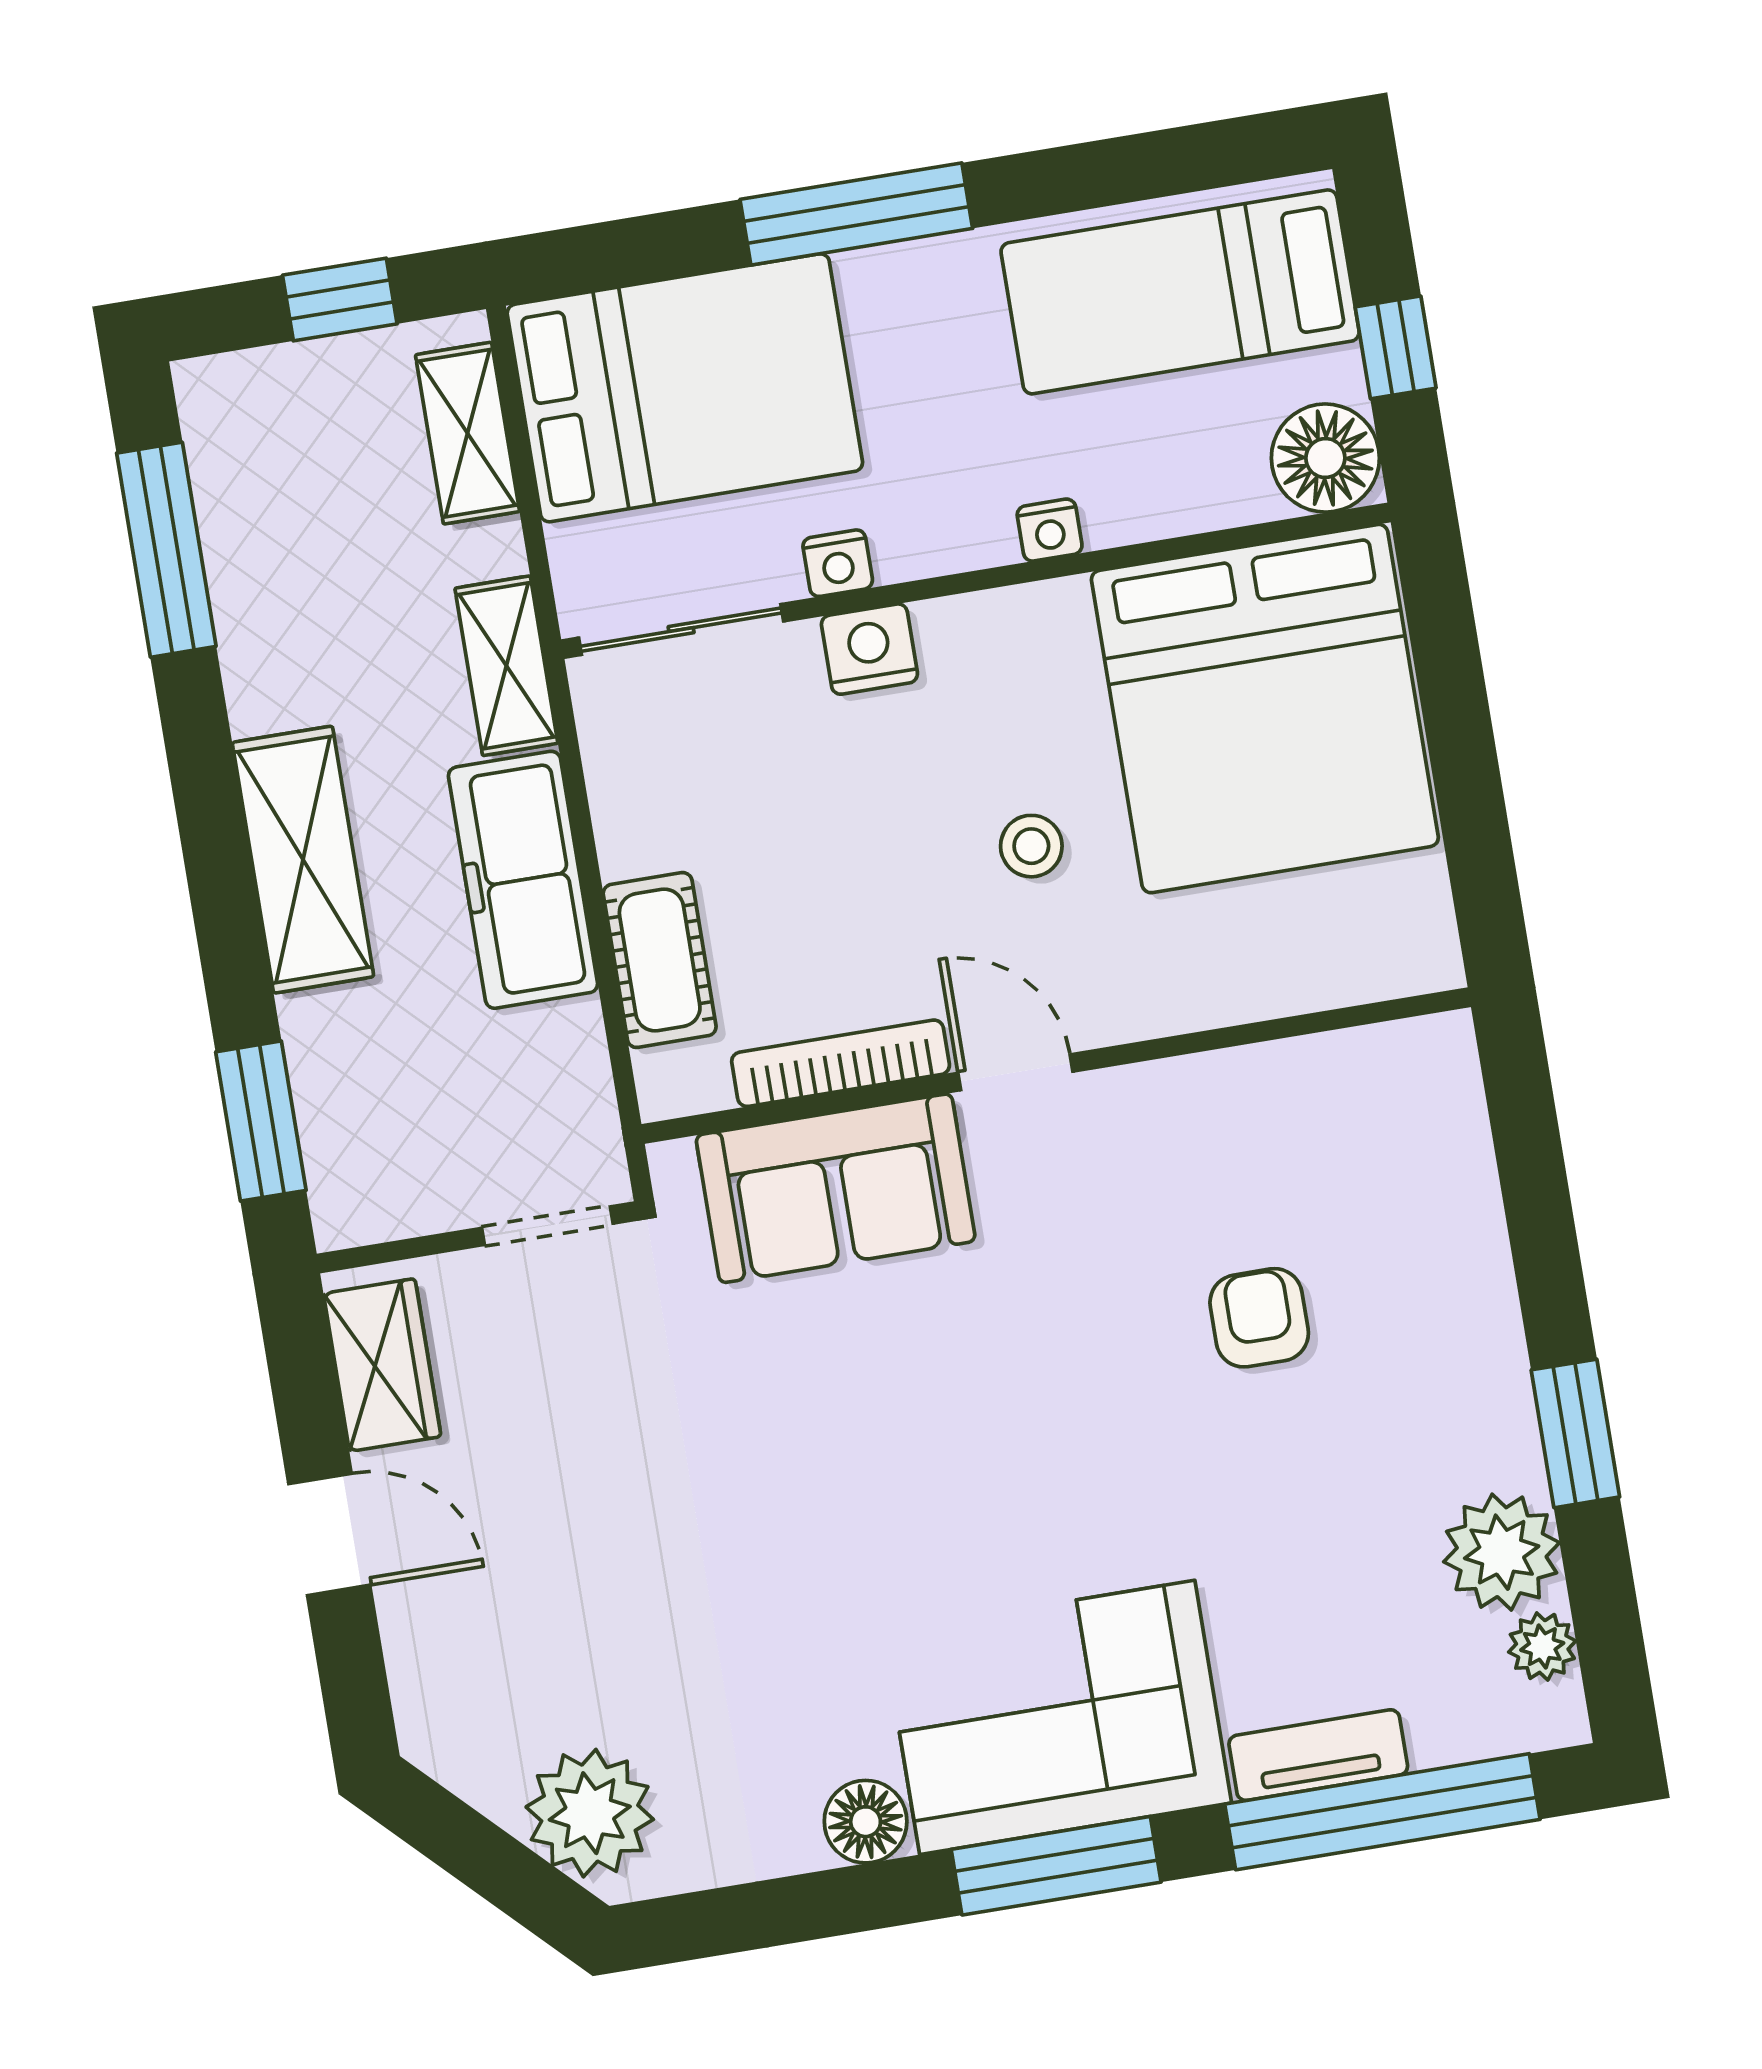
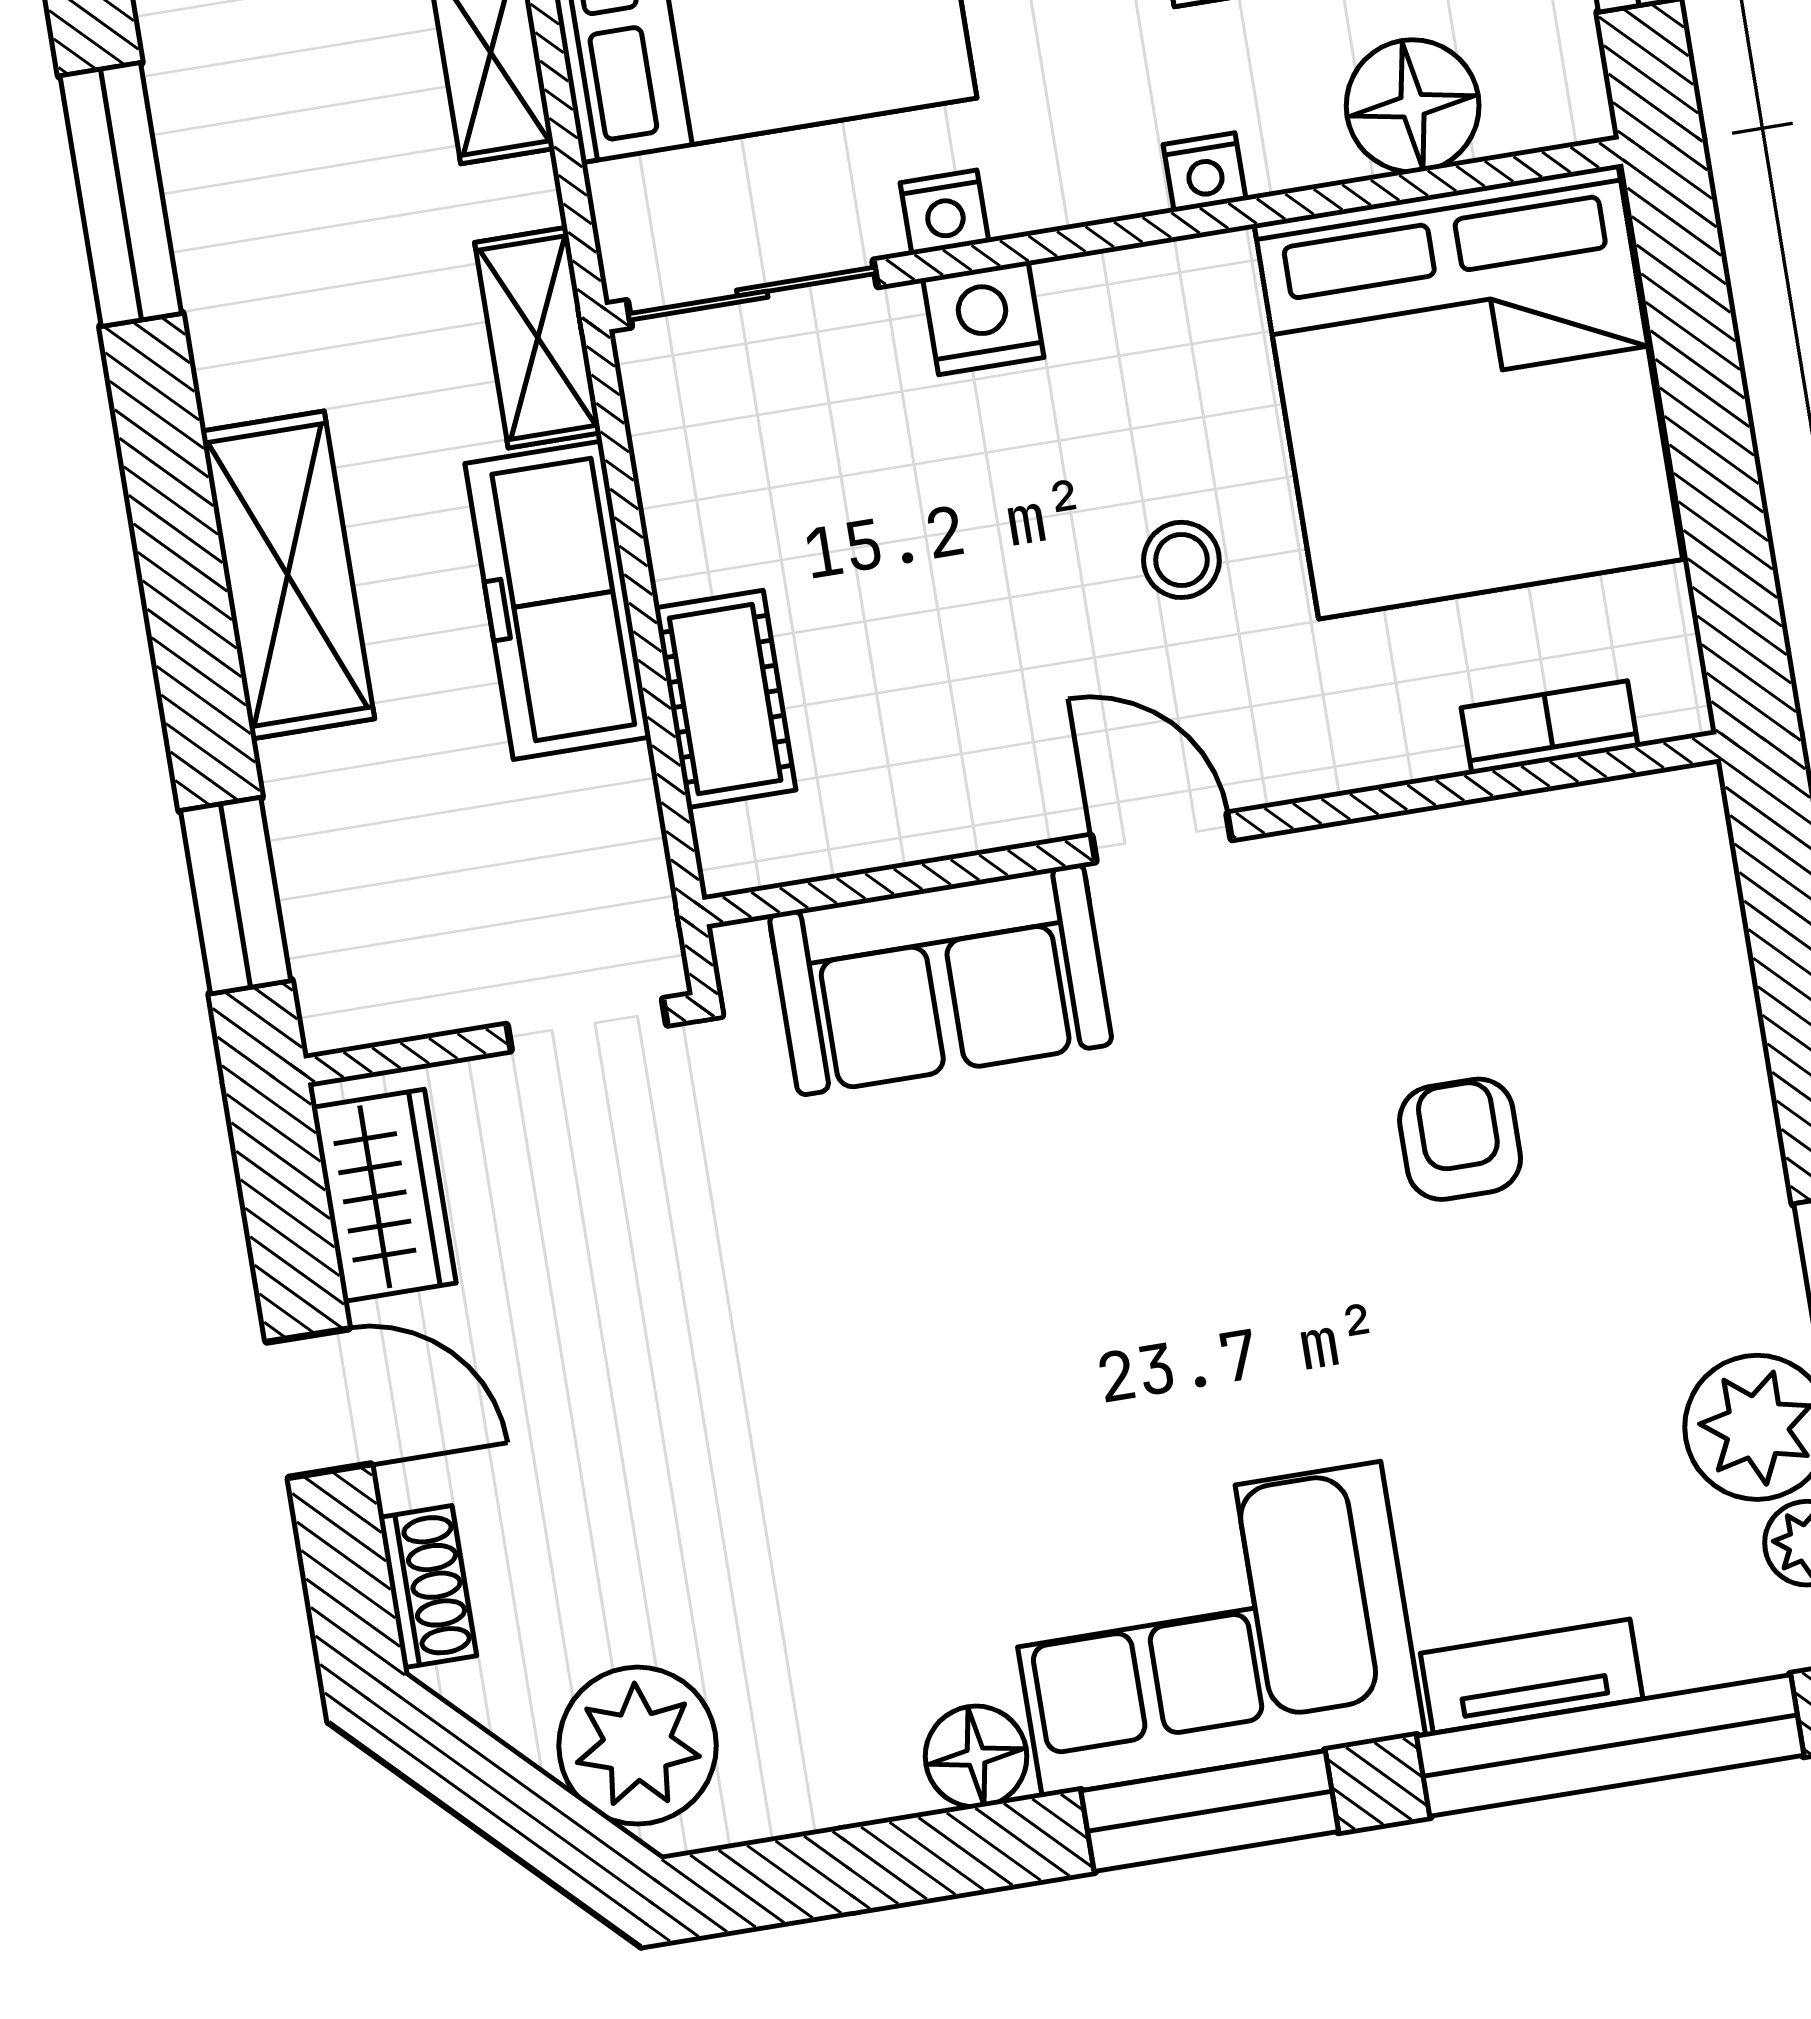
floor lamp: (1325, 458) -> (1413, 106), moved
bookcase: (841, 1063) -> (1550, 727), moved, width x0.64
shoe rack: (418, 1684) -> (428, 1587), added

